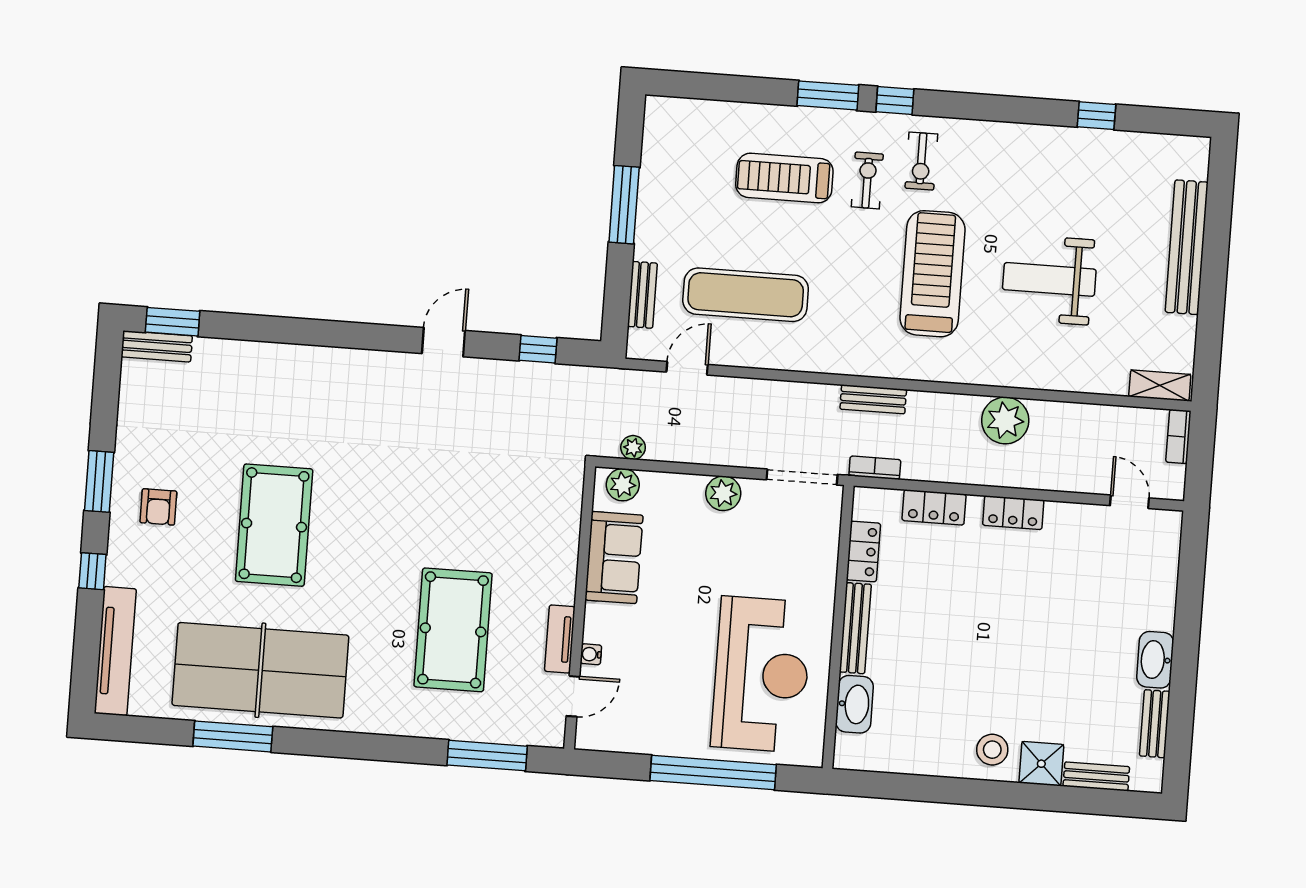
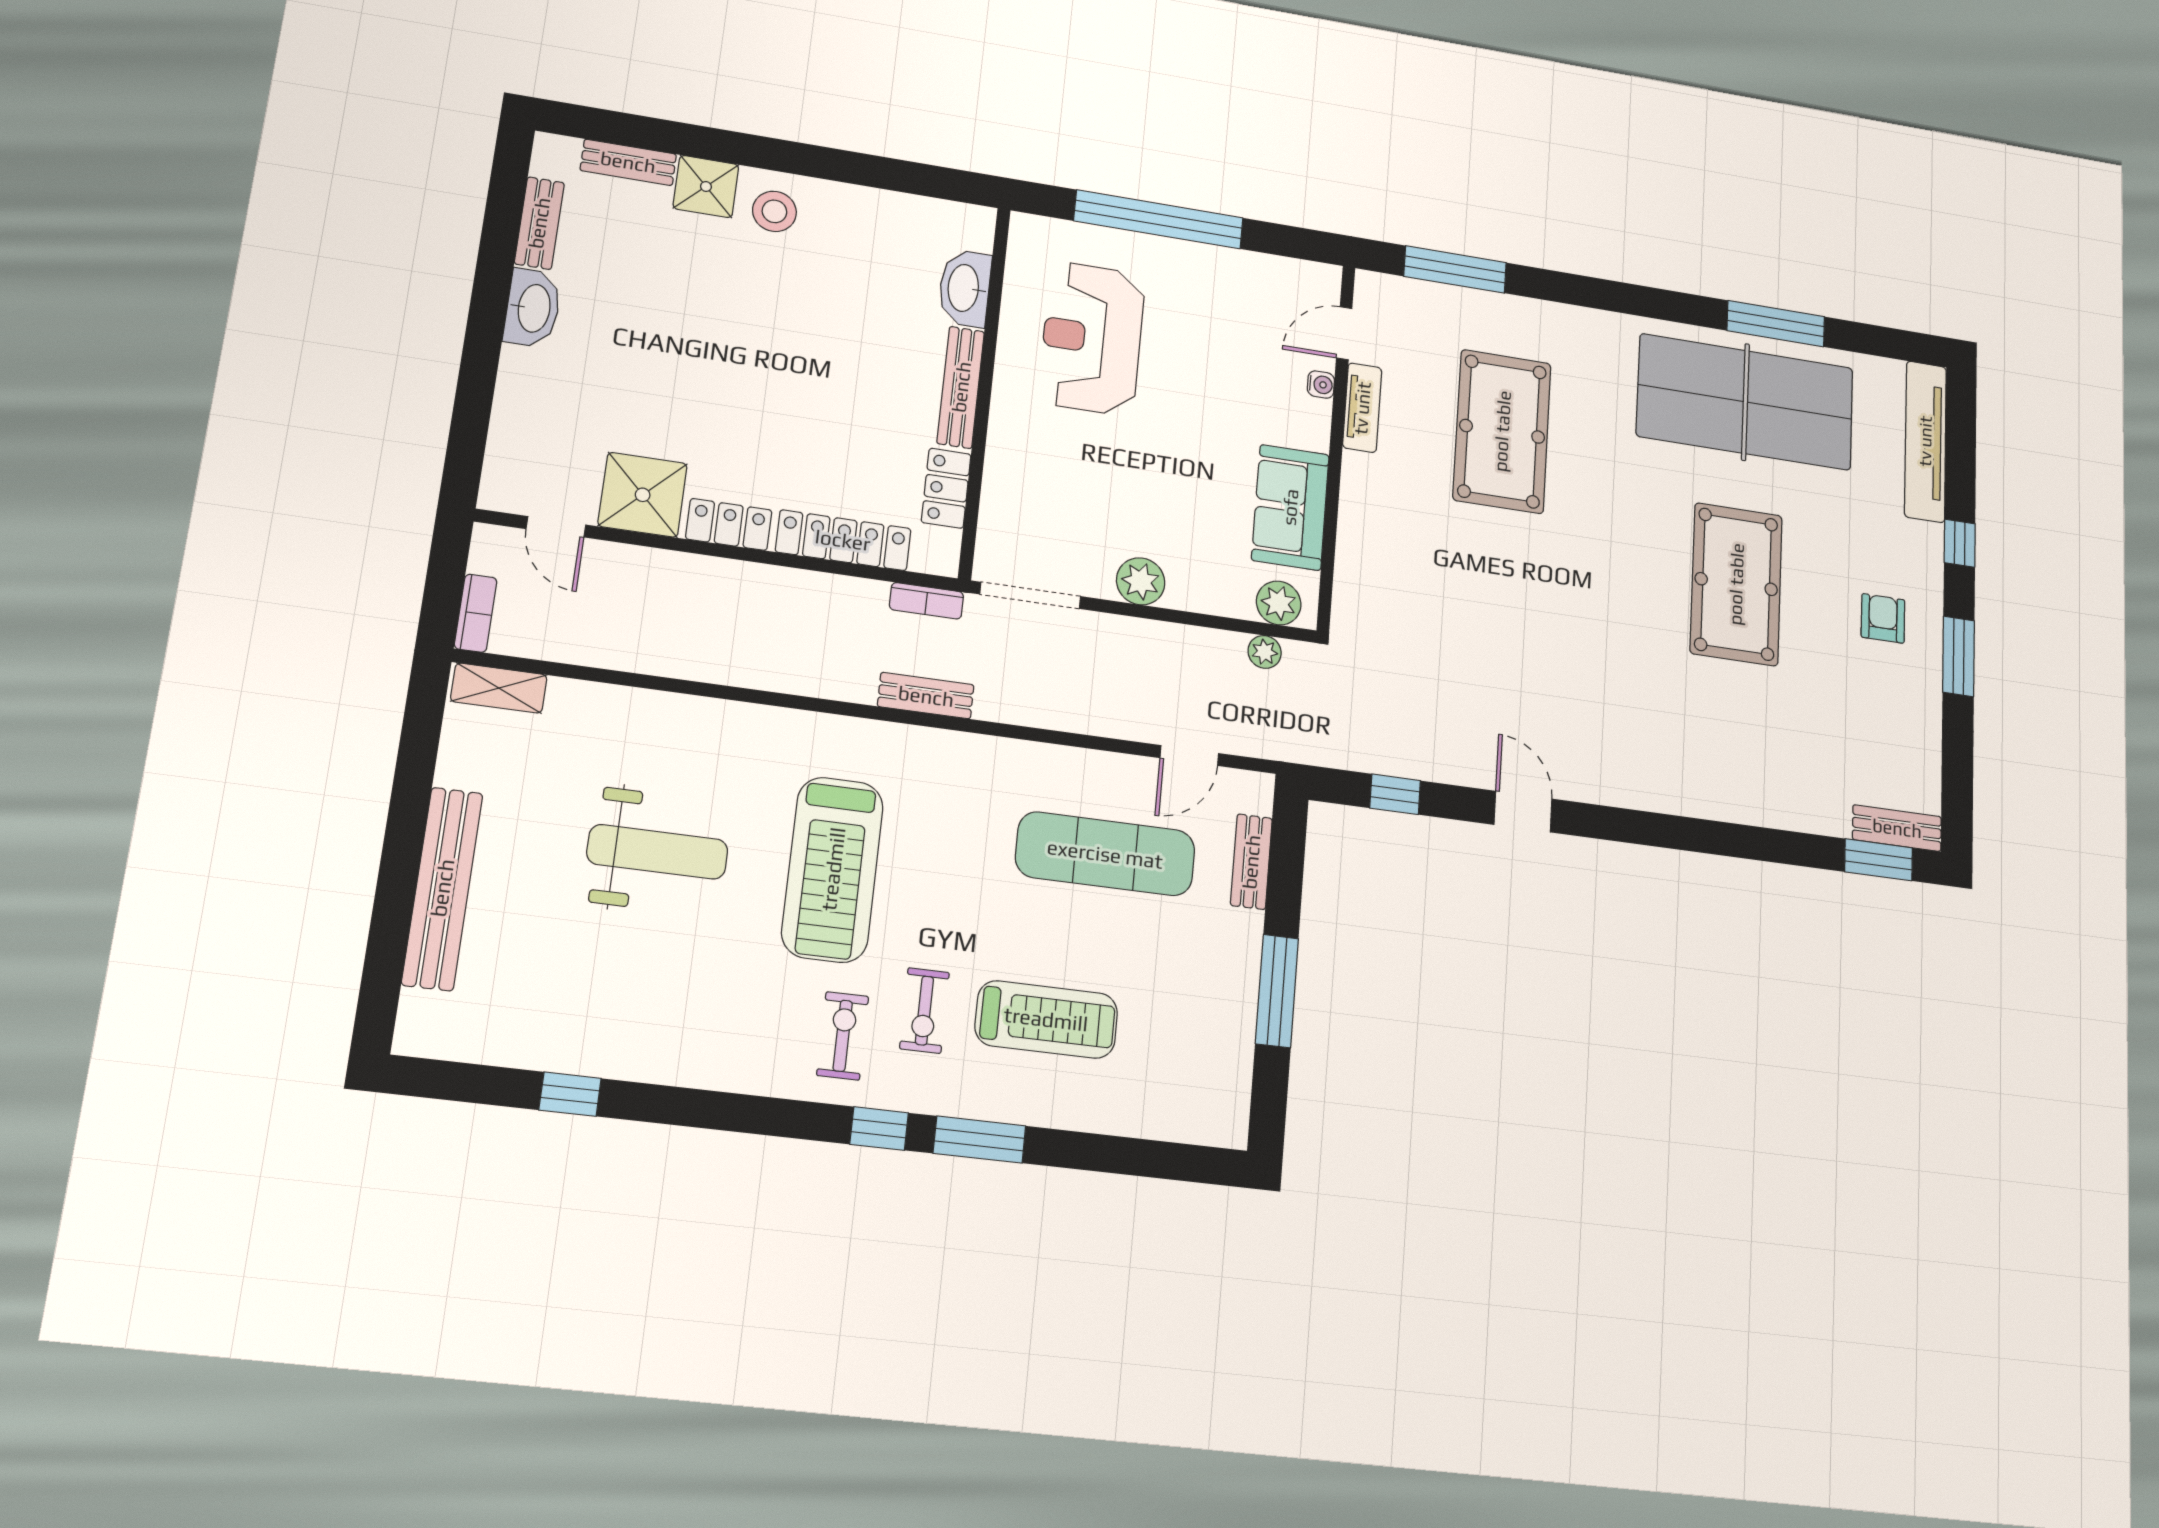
door: (444, 342) -> (1523, 812), swing flipped
plant: (1005, 420) -> (734, 653), removed
locker: (934, 507) -> (843, 540), width x1.53
shower: (1073, 529) -> (643, 495), added
reception desk: (761, 674) -> (1092, 338), width x0.74, depth x0.77

